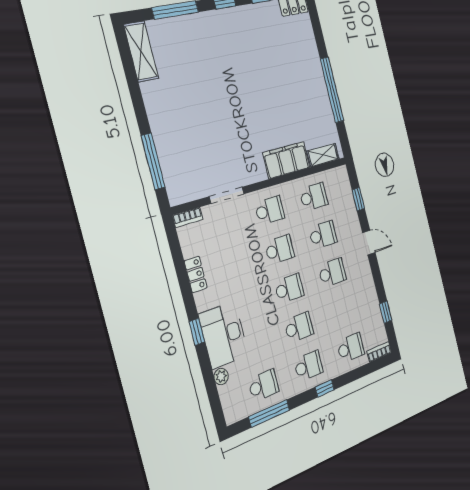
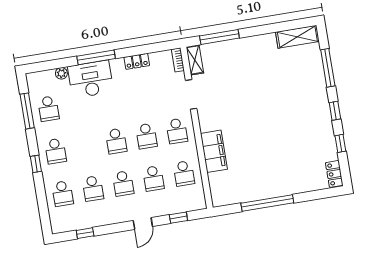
shelving: (323, 155) -> (195, 60), moved
school desk: (299, 327) -> (93, 188), moved
window: (197, 332) -> (96, 57), width x2.17
bookcase: (379, 352) -> (55, 222), removed

